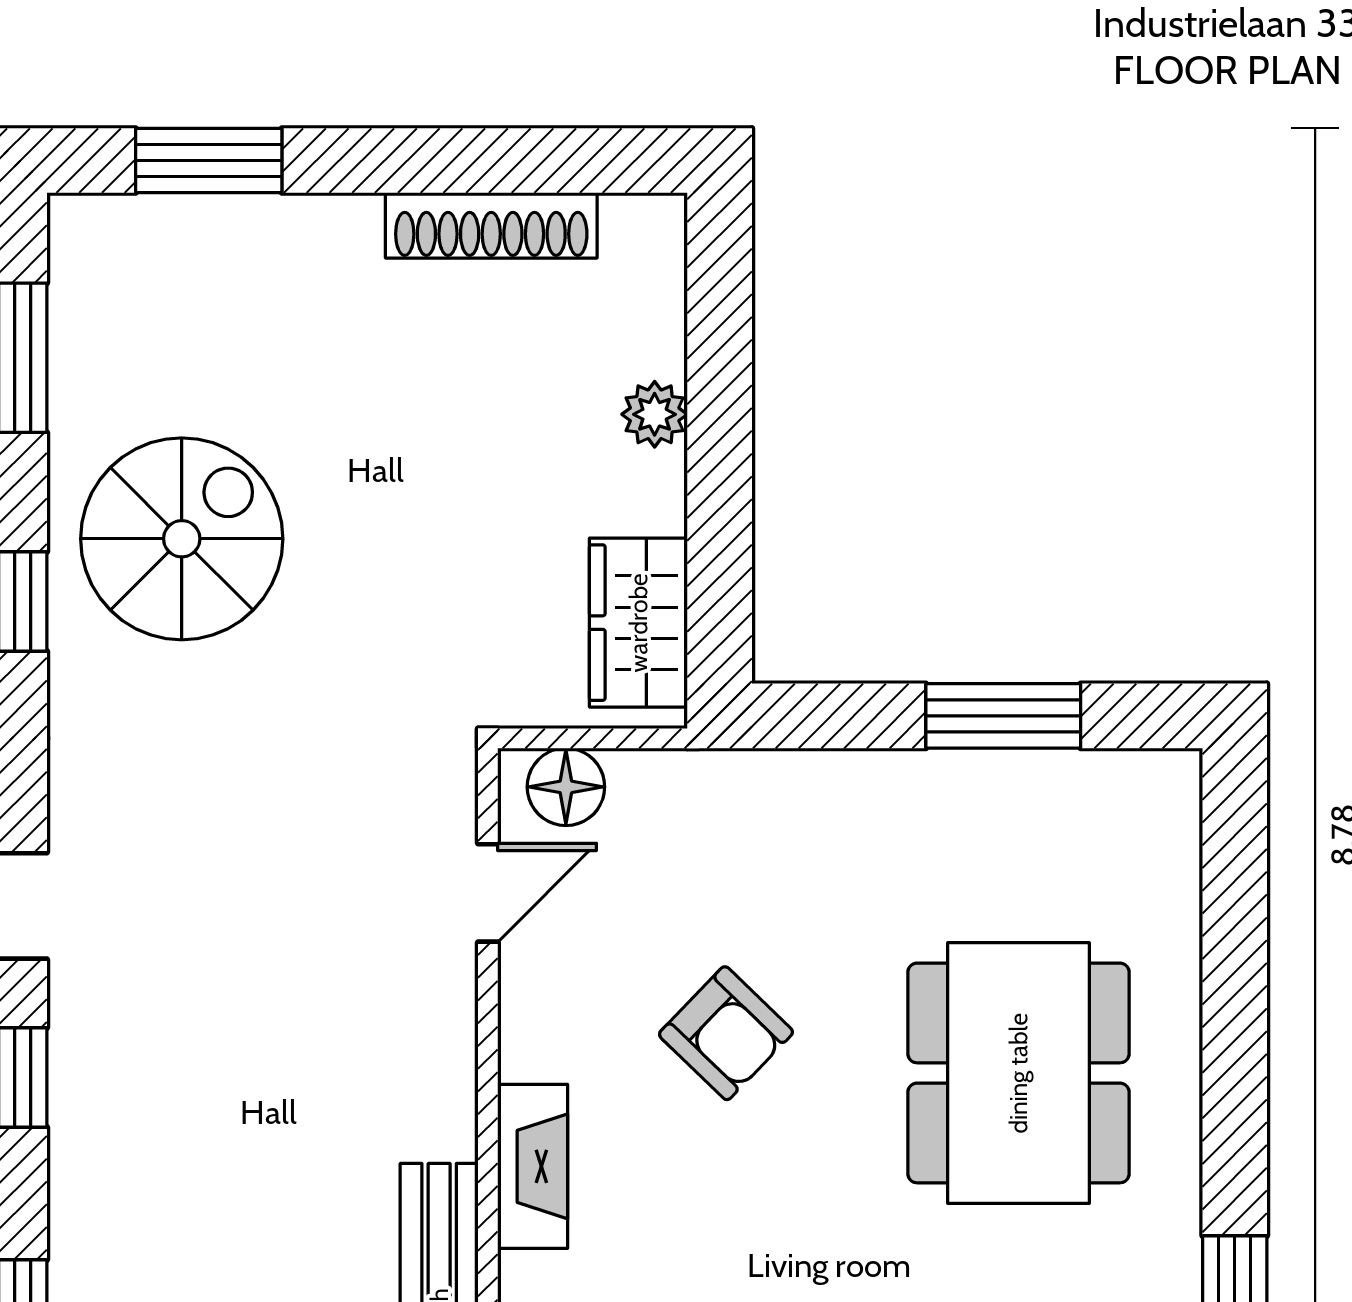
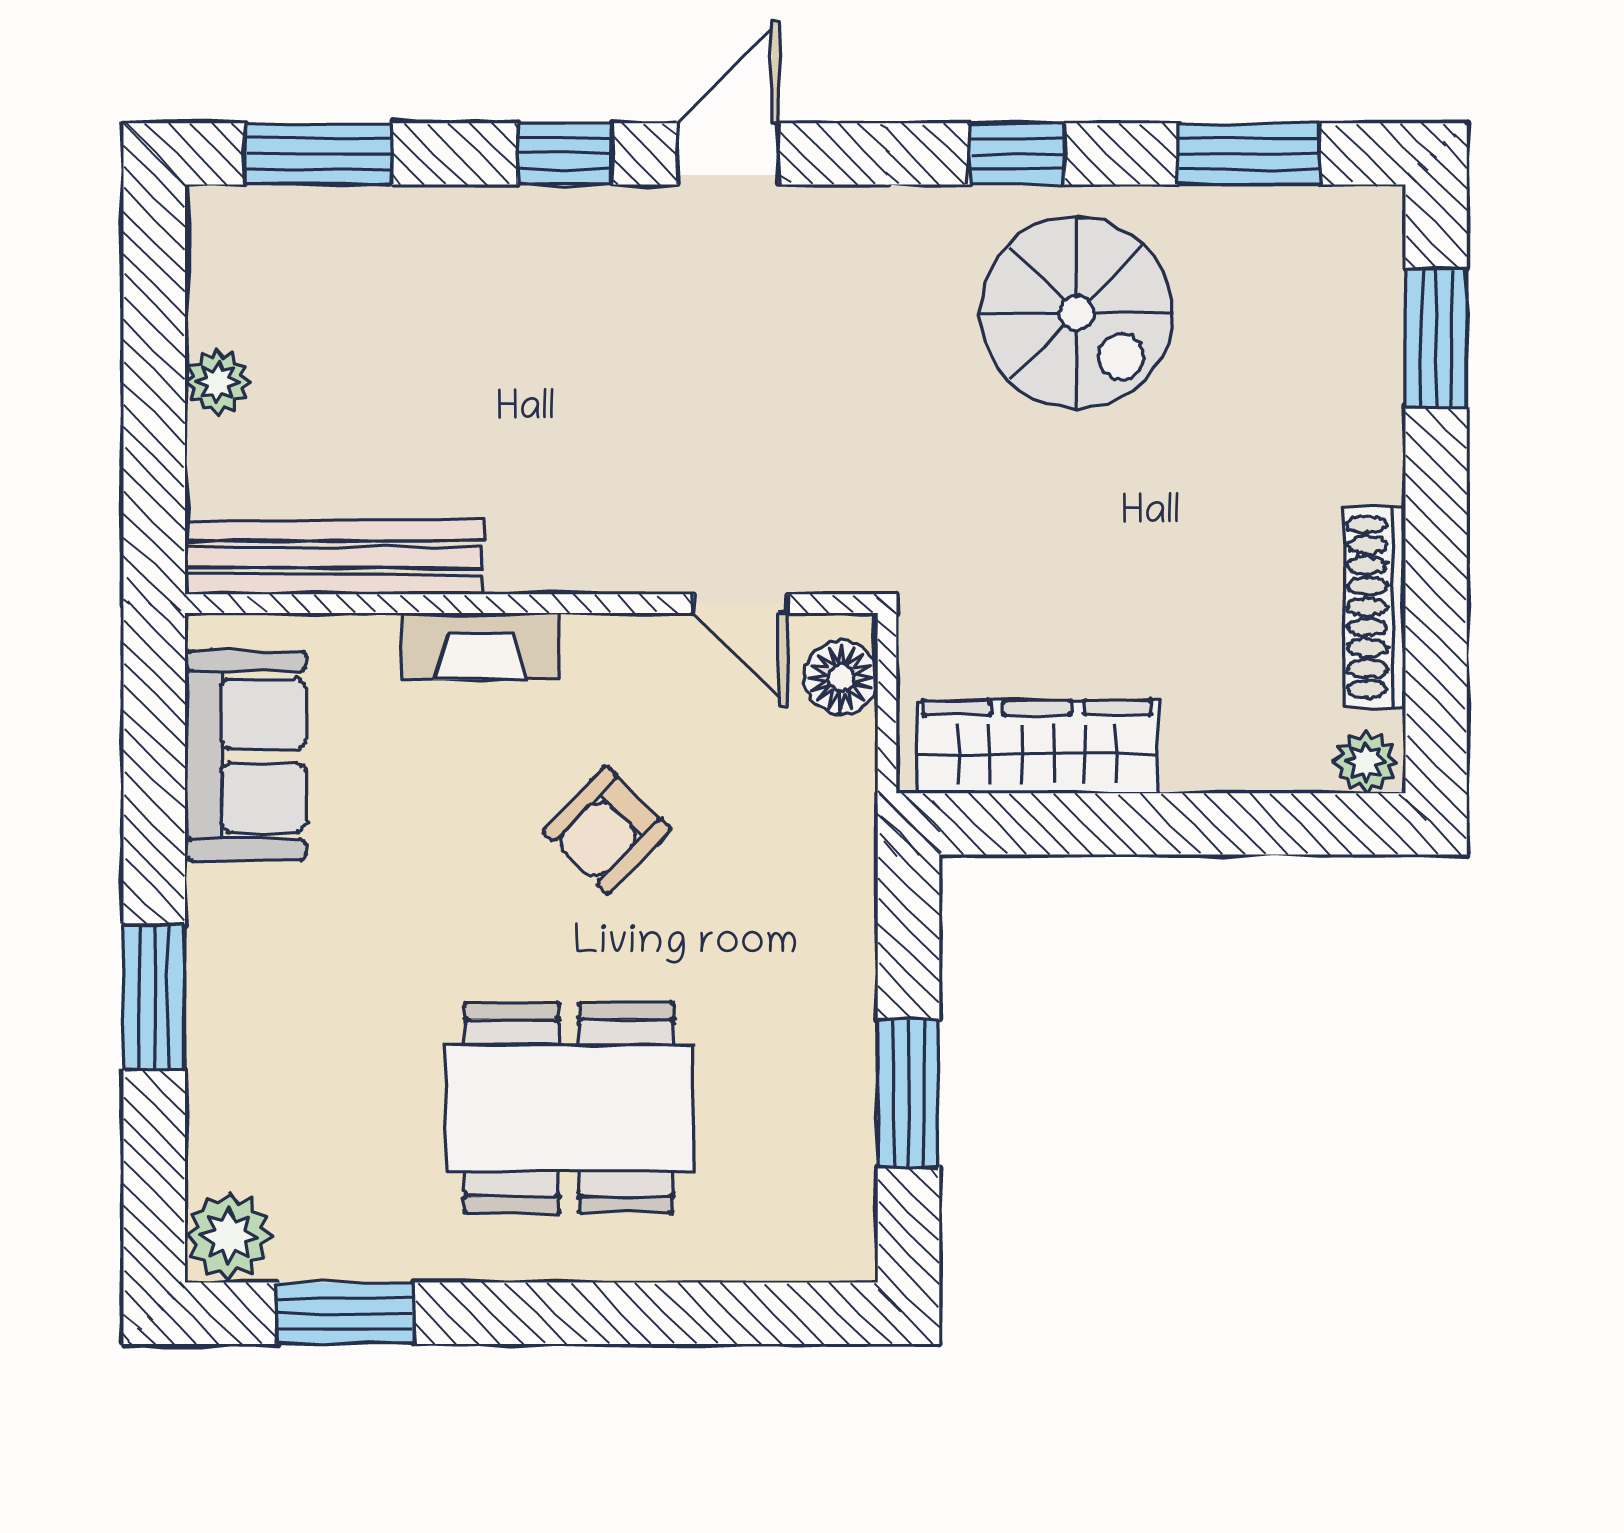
plant: (655, 414) -> (1366, 762), moved
wardrobe: (638, 623) -> (1037, 747), width x1.50

